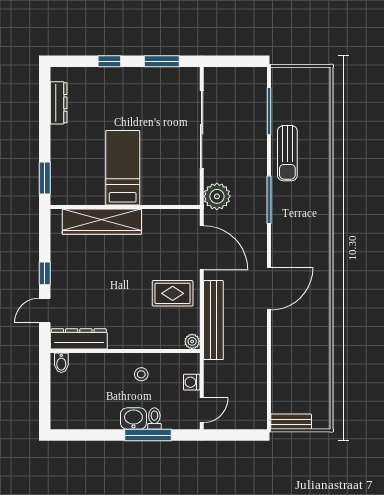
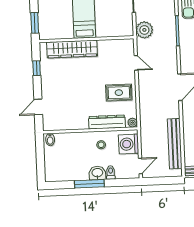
door: (202, 248) -> (136, 63), width x0.53
window: (45, 273) -> (37, 68), moved
bench: (213, 320) -> (175, 144), moved
dresser: (79, 339) -> (107, 122), moved
washing machine: (192, 382) -> (129, 144), width x1.89, depth x1.89
window: (148, 435) -> (89, 184), moved

